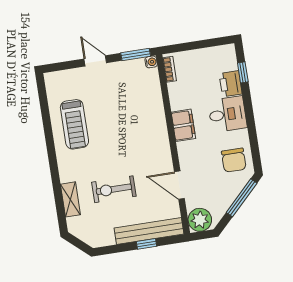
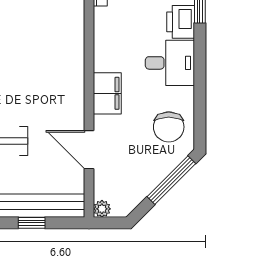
filing cabinet: (183, 125) -> (107, 93), moved
plant: (200, 220) -> (102, 209), width x0.53, depth x0.53

